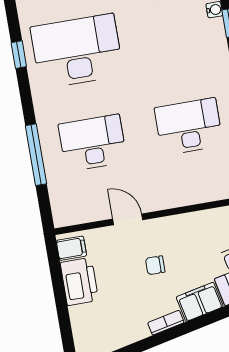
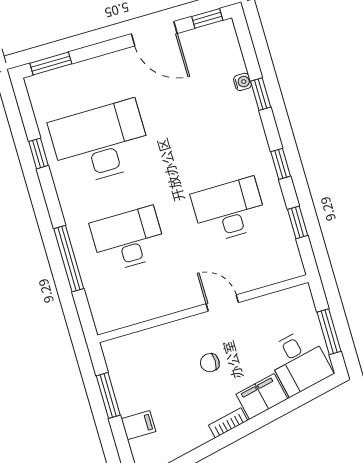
door: (128, 219) -> (222, 303), moved
filing cabinet: (71, 248) -> (138, 425), moved
printer: (79, 281) -> (131, 389), removed
window: (58, 285) -> (108, 395), added

